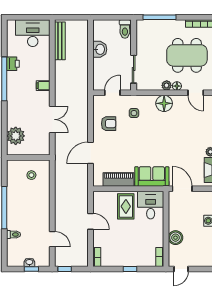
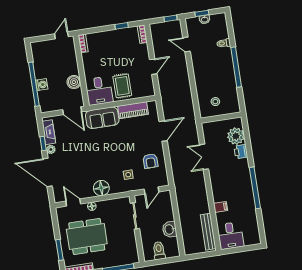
toilet: (125, 29) -> (159, 251), moved
desk: (33, 33) -> (230, 236), width x0.73
printer: (13, 64) -> (241, 152), moved
plant: (167, 85) -> (102, 205), removed
filing cabinet: (43, 86) -> (221, 207), moved
armchair: (109, 124) -> (150, 161), turned -90
door: (90, 221) -> (153, 67), swing flipped
boiler: (175, 238) -> (74, 82), moved
window: (130, 269) -> (122, 26), moved

